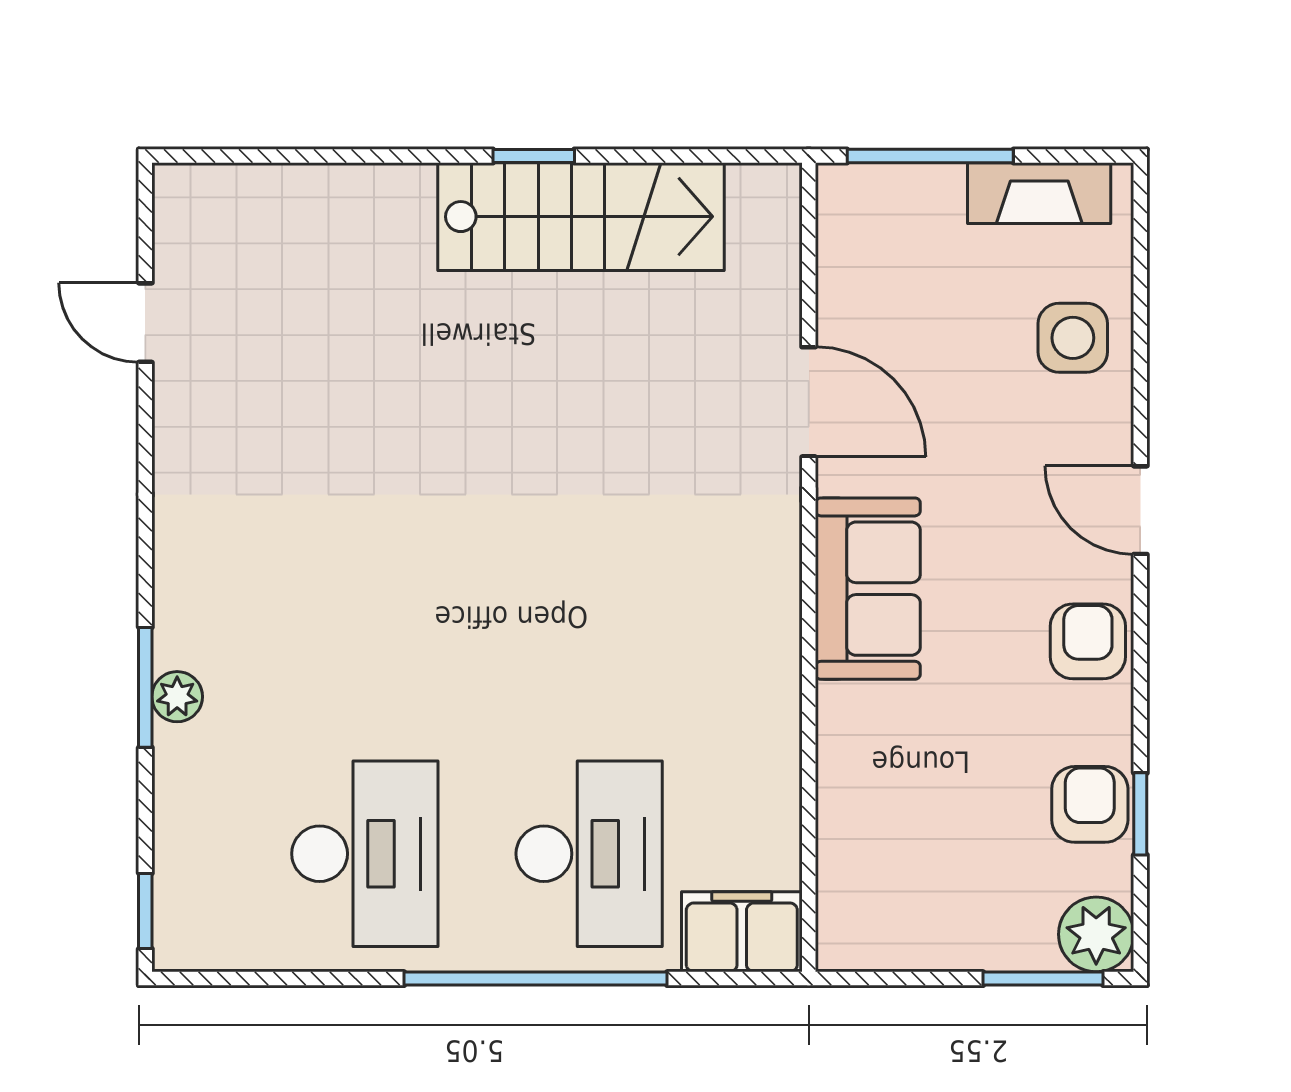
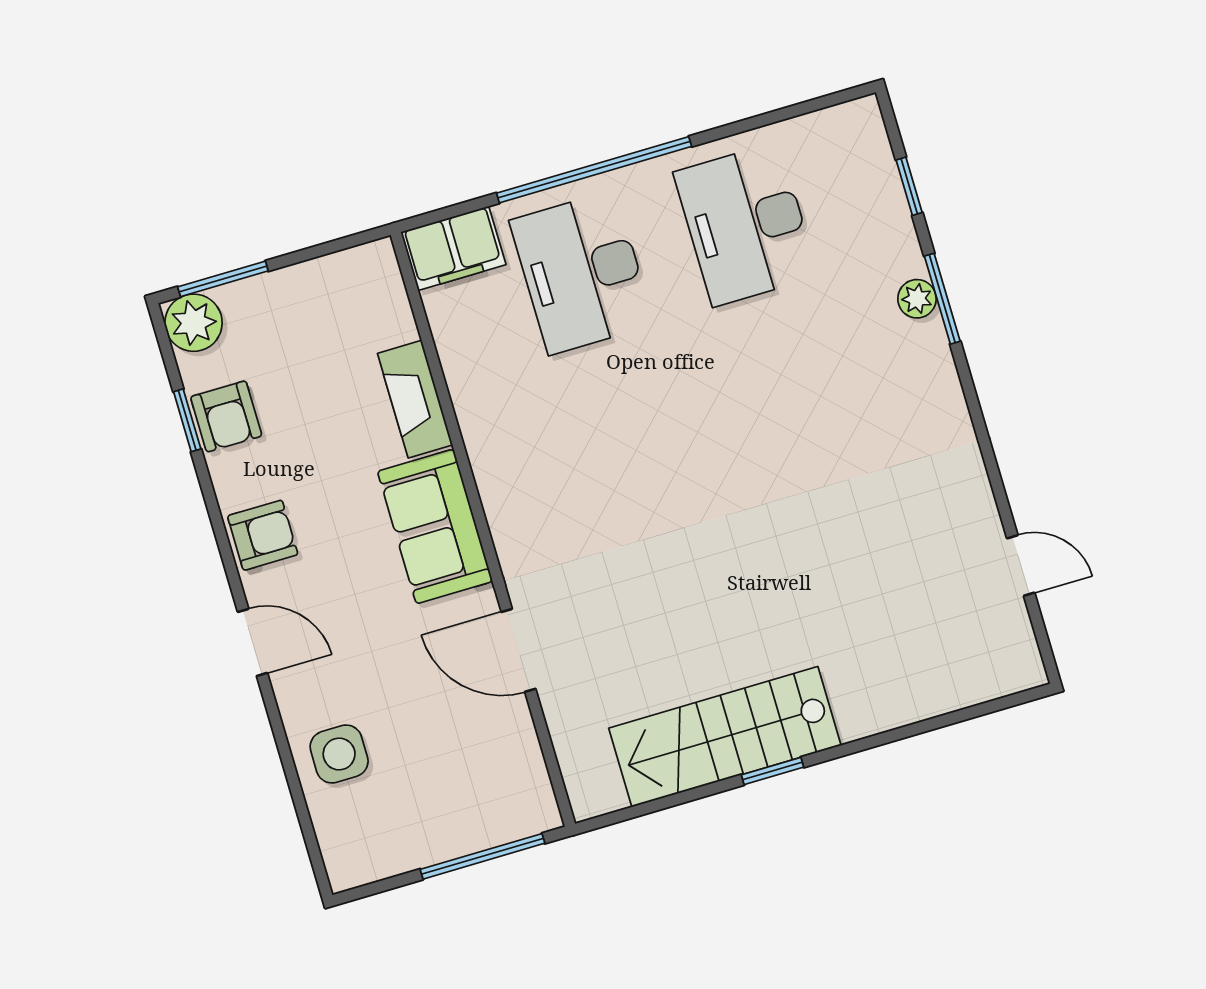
fireplace: (1039, 193) -> (415, 399), moved, turned -90
armchair: (1088, 641) -> (263, 535), turned -90
window: (145, 911) -> (909, 186), moved

